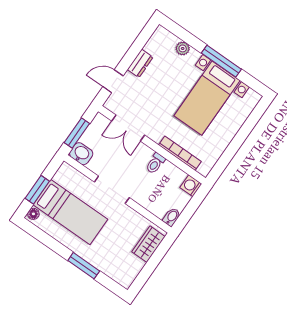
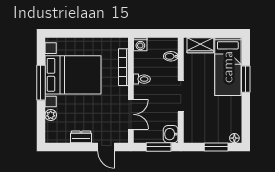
bed with nightstands: (207, 98) -> (73, 75), width x1.36
bed: (70, 212) -> (228, 67), moved, turned 180
bidet: (172, 217) -> (171, 56), moved

